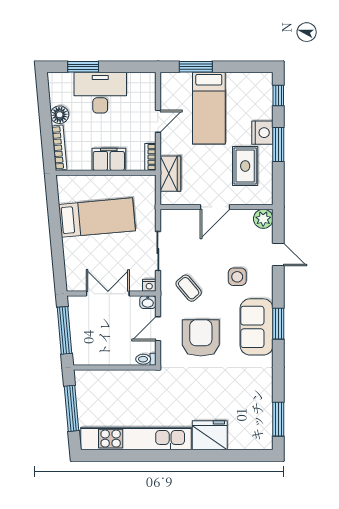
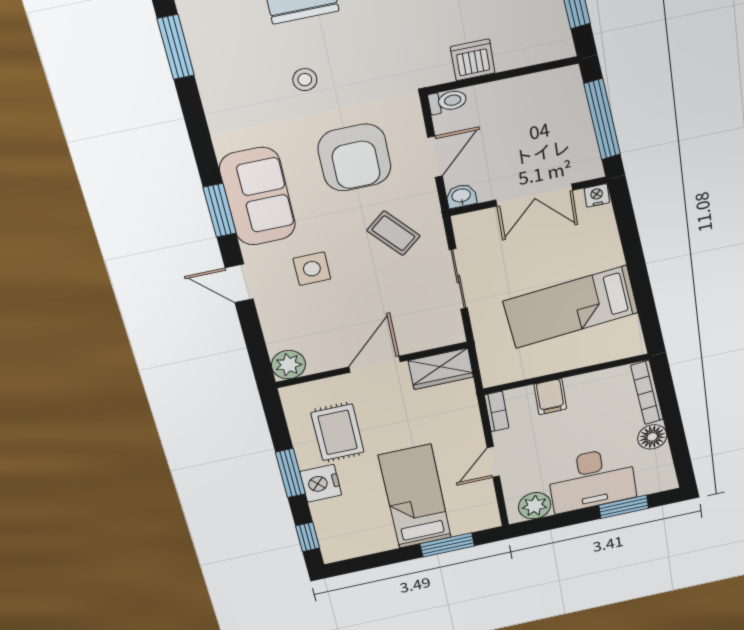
plant: (138, 82) -> (535, 506), added
filing cabinet: (109, 159) -> (550, 397), width x0.50
wardrobe: (170, 174) -> (441, 369), moved, turned -90
door: (278, 254) -> (239, 283), moved
nightstand: (149, 285) -> (597, 196), moved
dishwasher: (129, 379) -> (473, 60), added
stool: (218, 388) -> (305, 80), added

